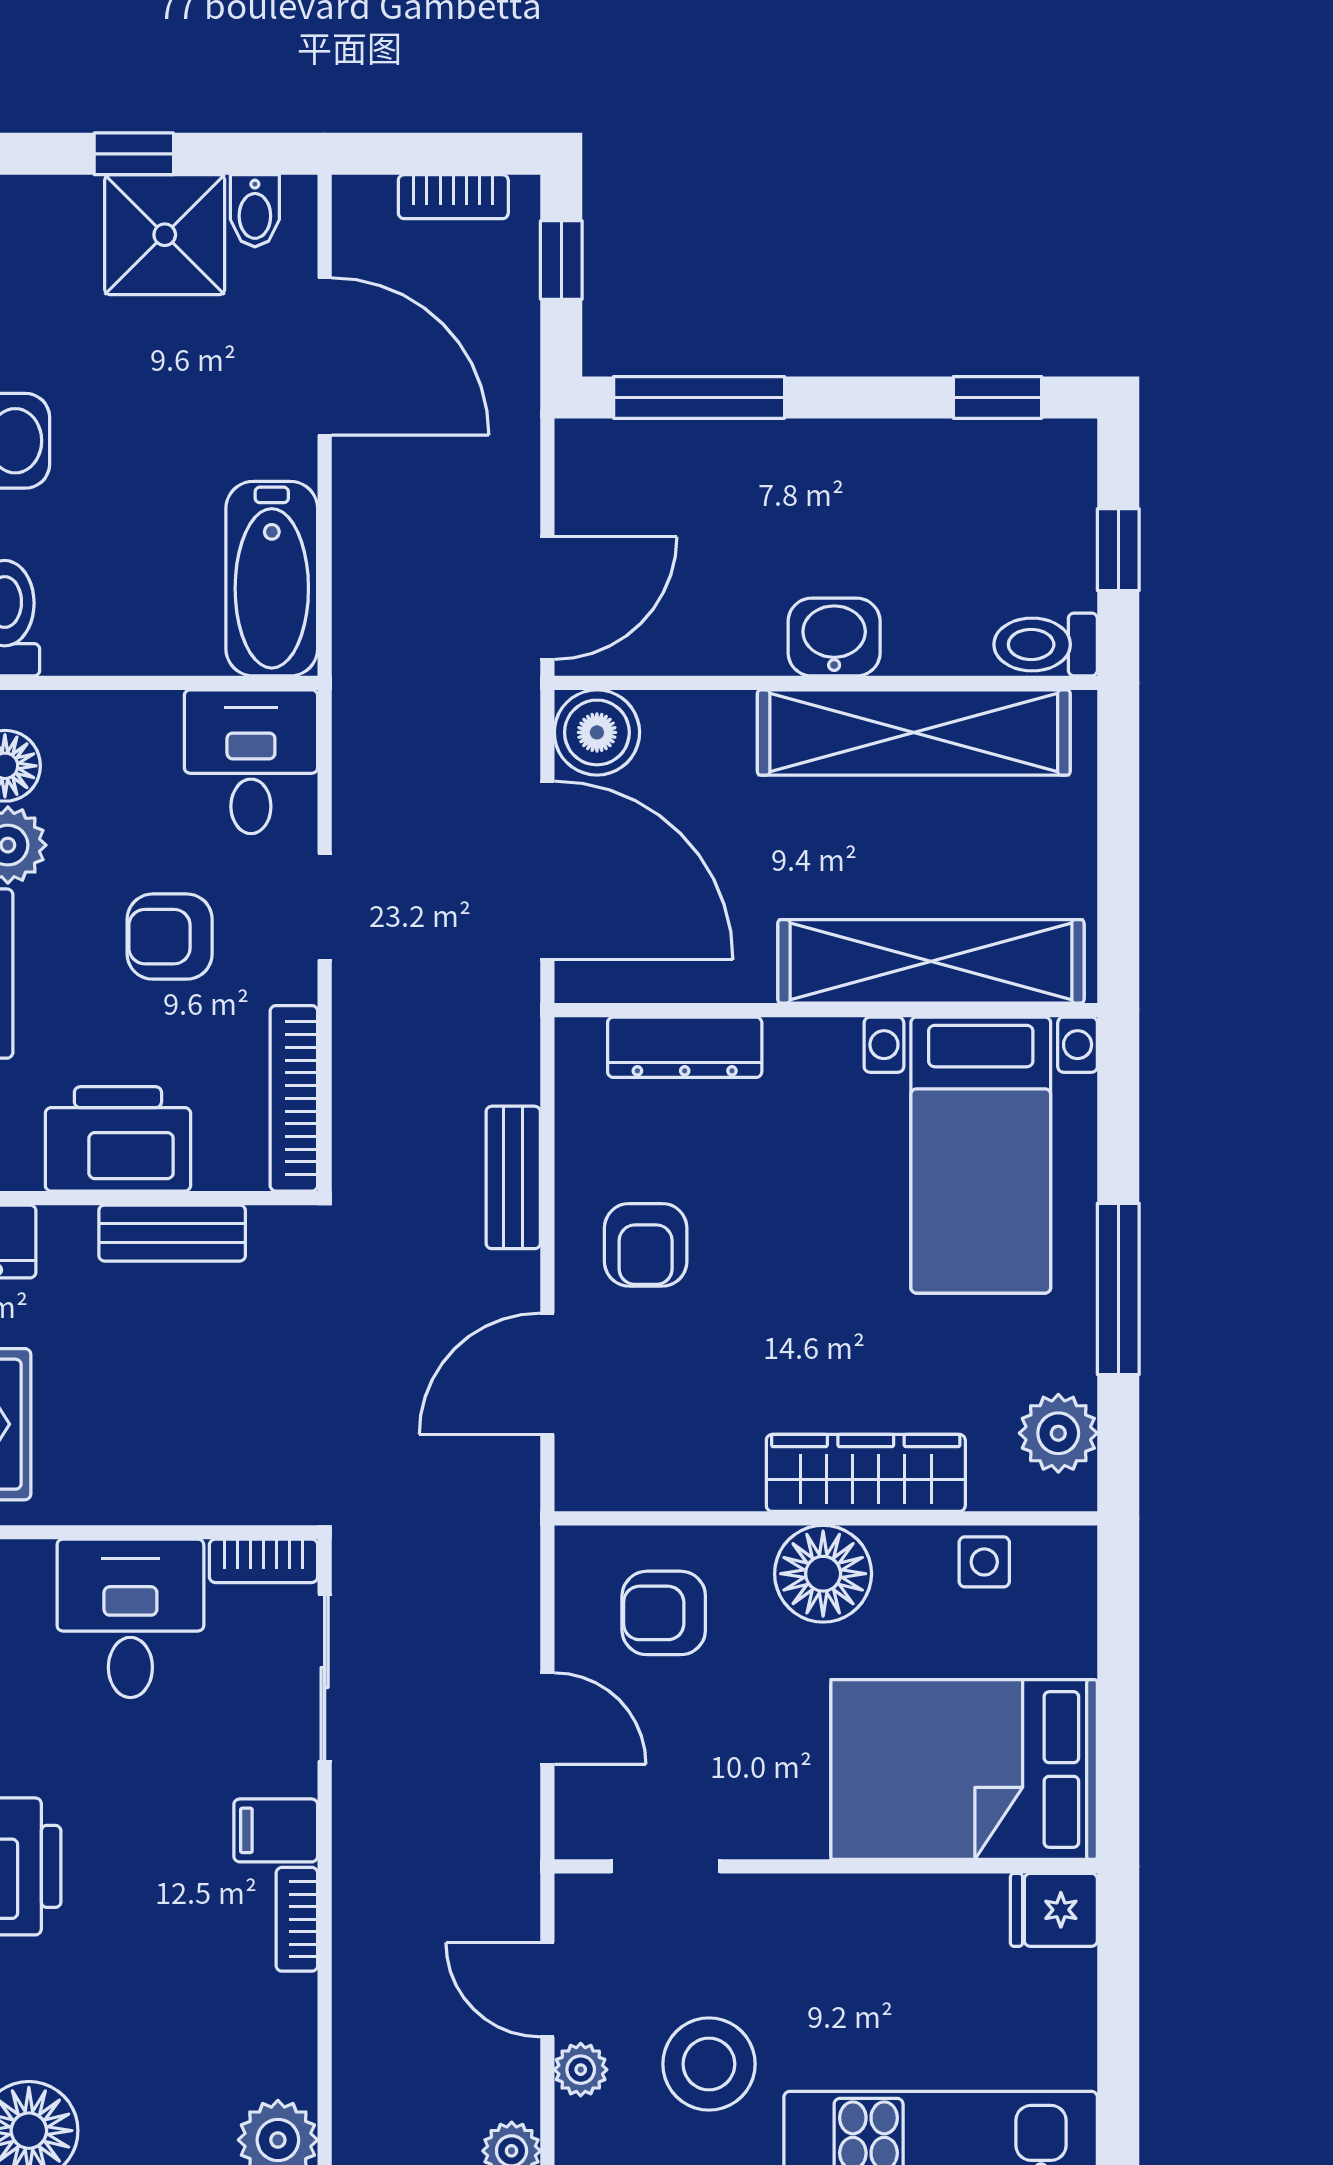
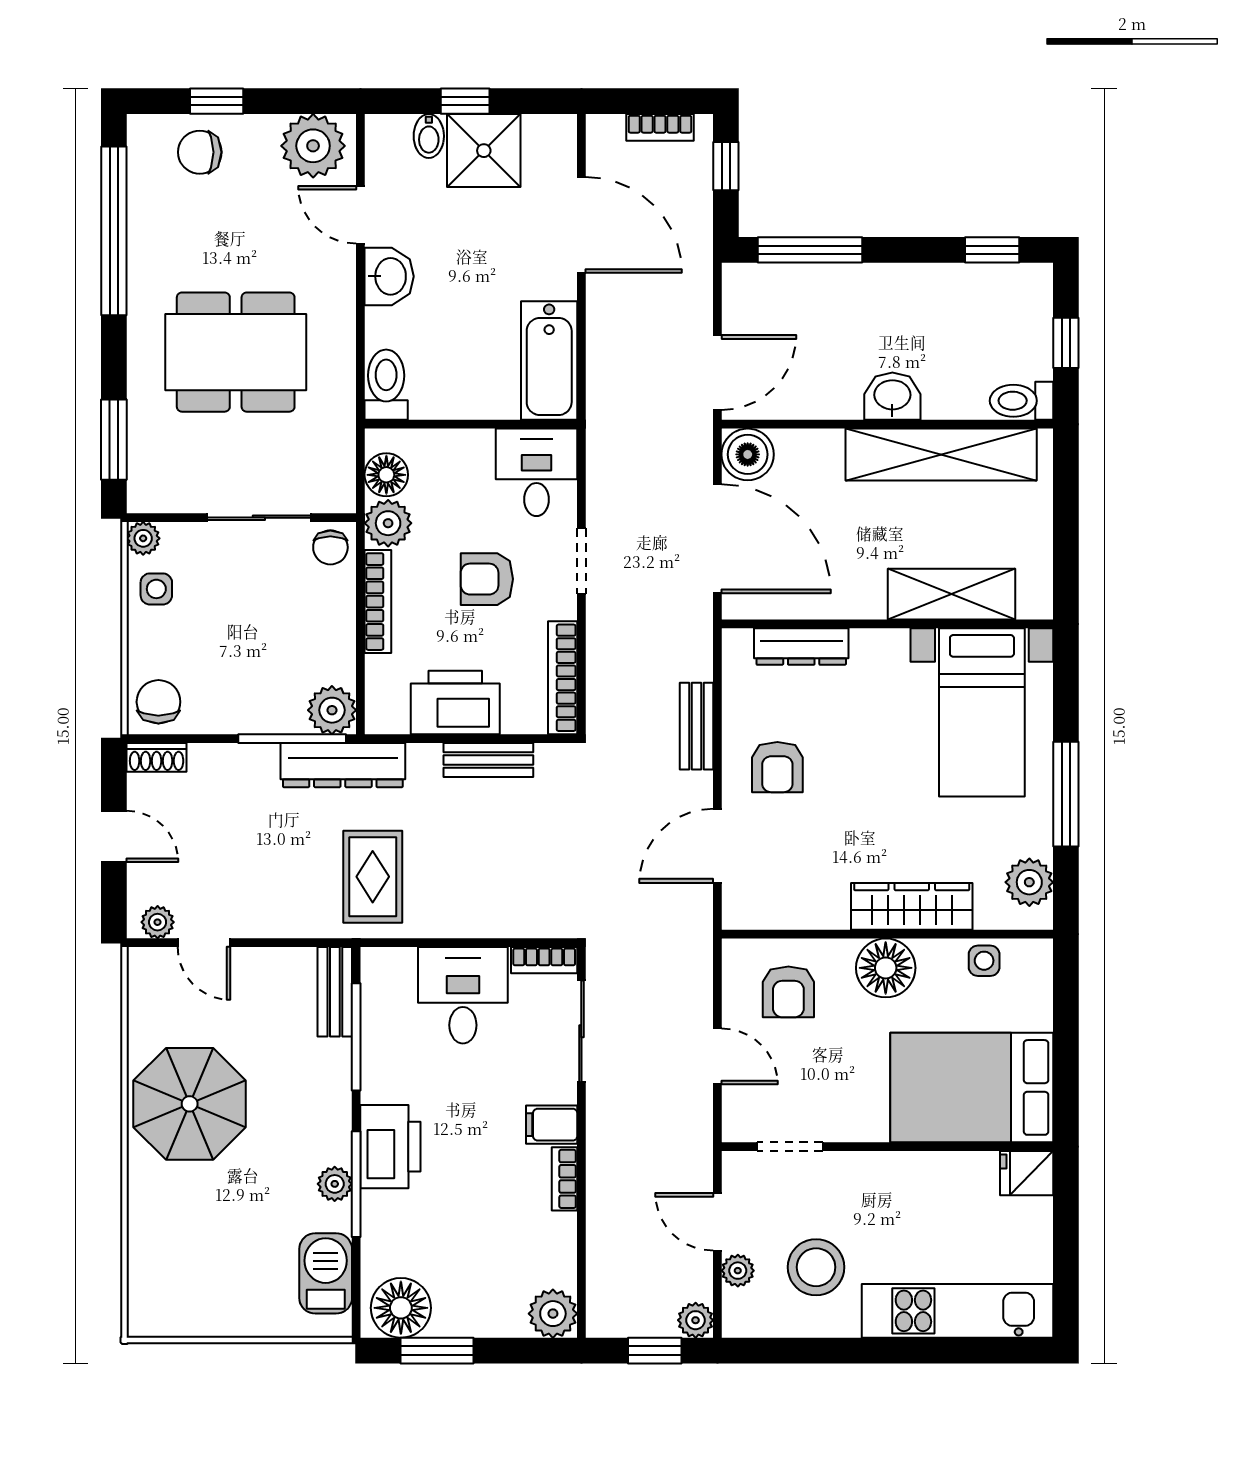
bidet: (255, 211) -> (429, 136), moved
shelving: (931, 961) -> (952, 594), width x0.68
armchair: (664, 1613) -> (788, 992), turned -90

